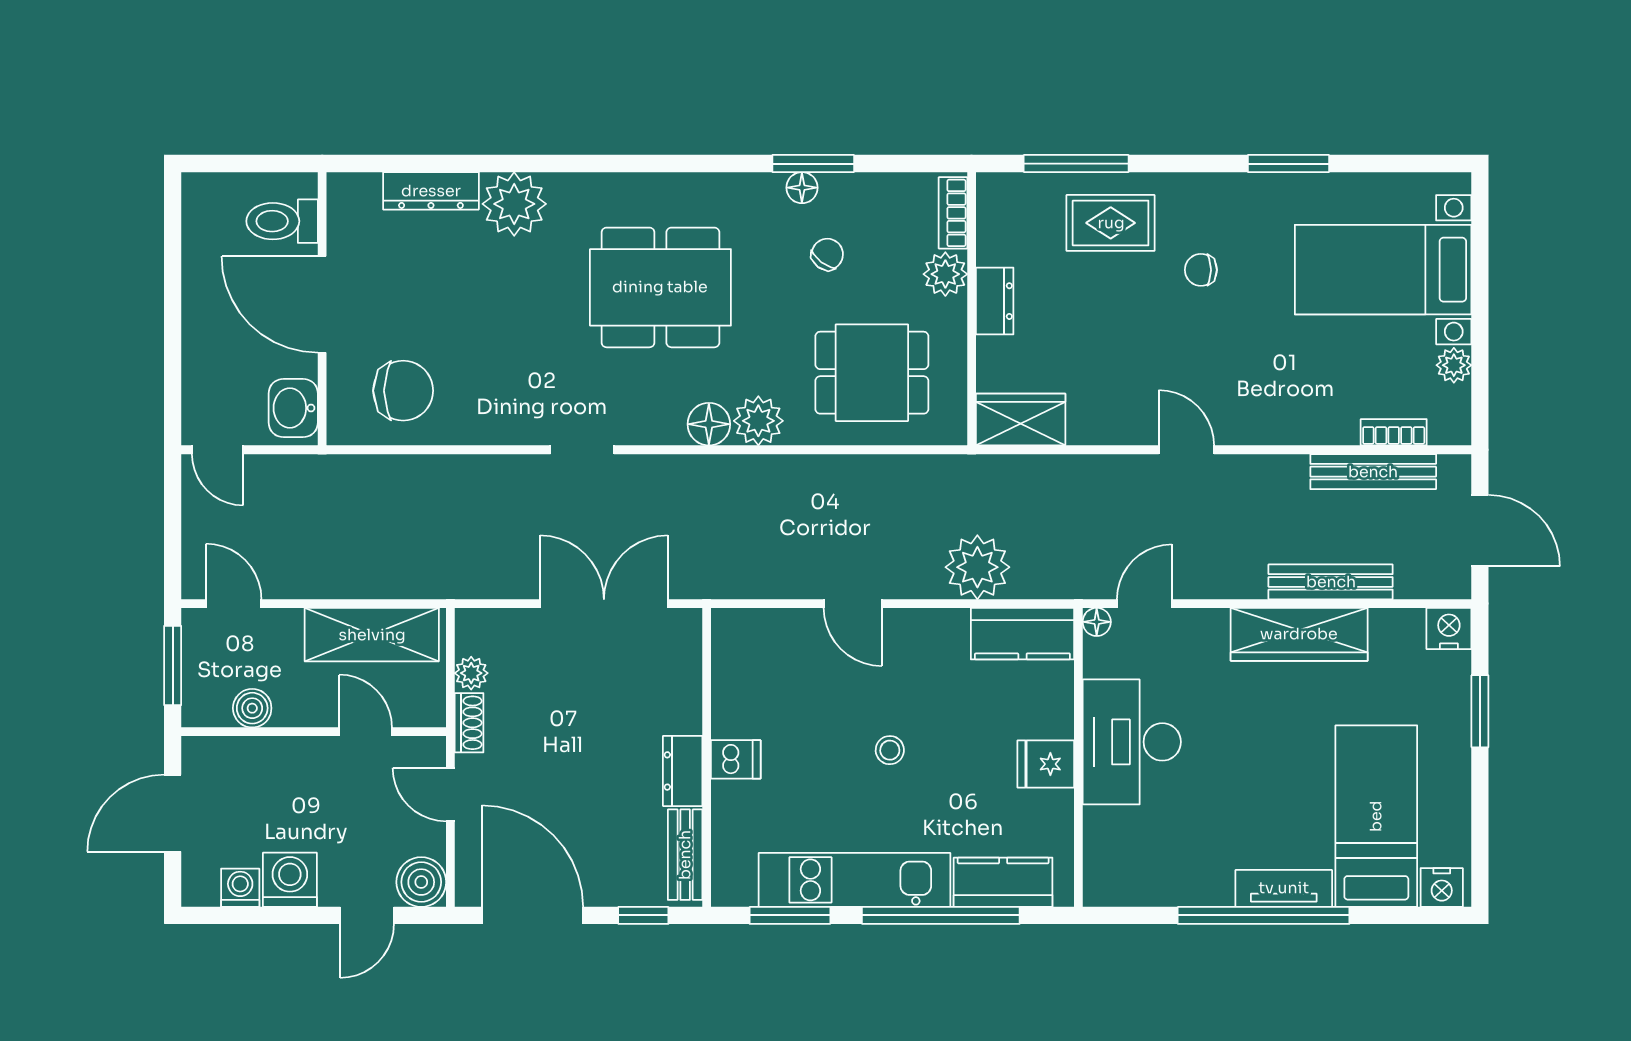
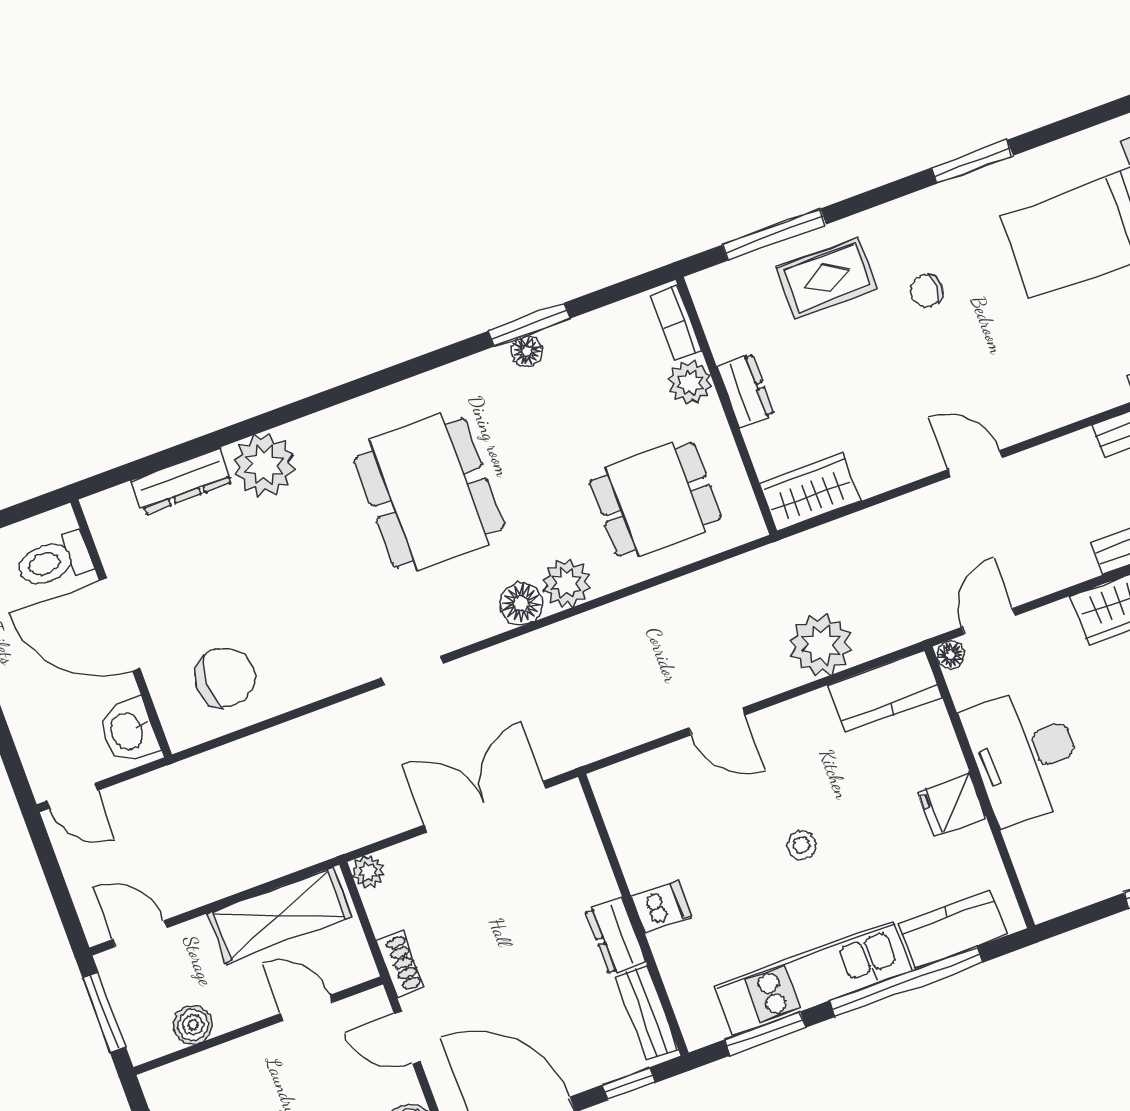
chair: (827, 254) -> (573, 405), removed
dining table: (660, 287) -> (429, 493), turned 90
plant: (471, 673) -> (368, 872), moved

